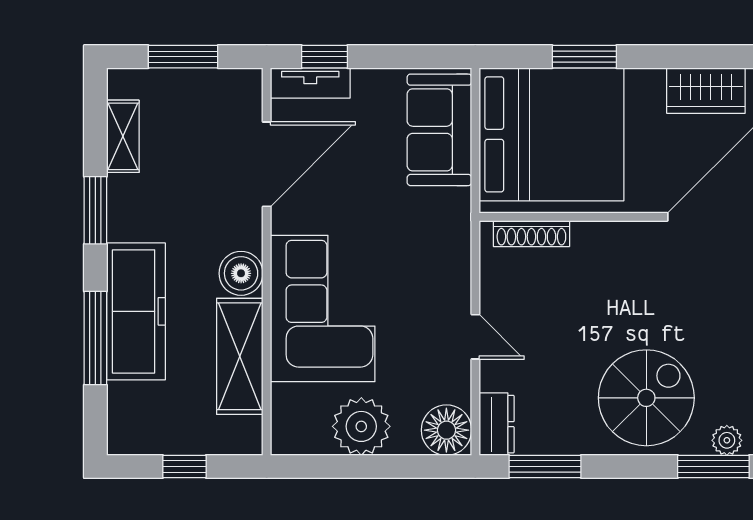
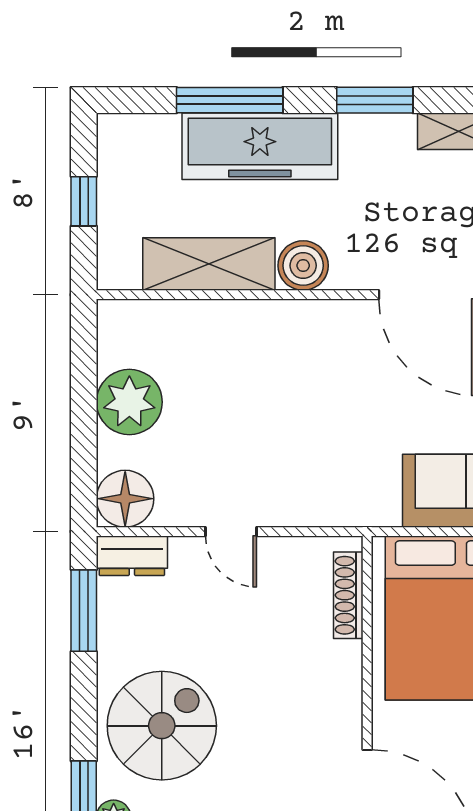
corner sofa: (323, 308) -> (263, 358), removed
door: (475, 337) -> (231, 532), hinge flipped
spiral stairs: (646, 398) -> (162, 726), turned -90

